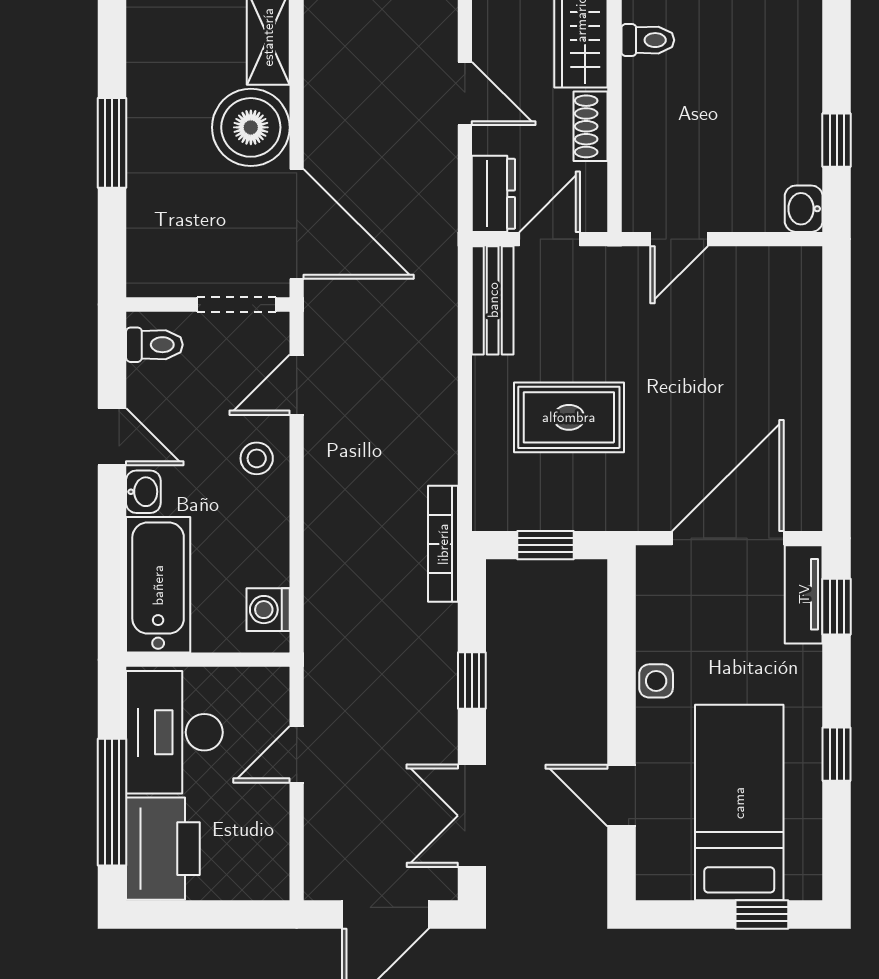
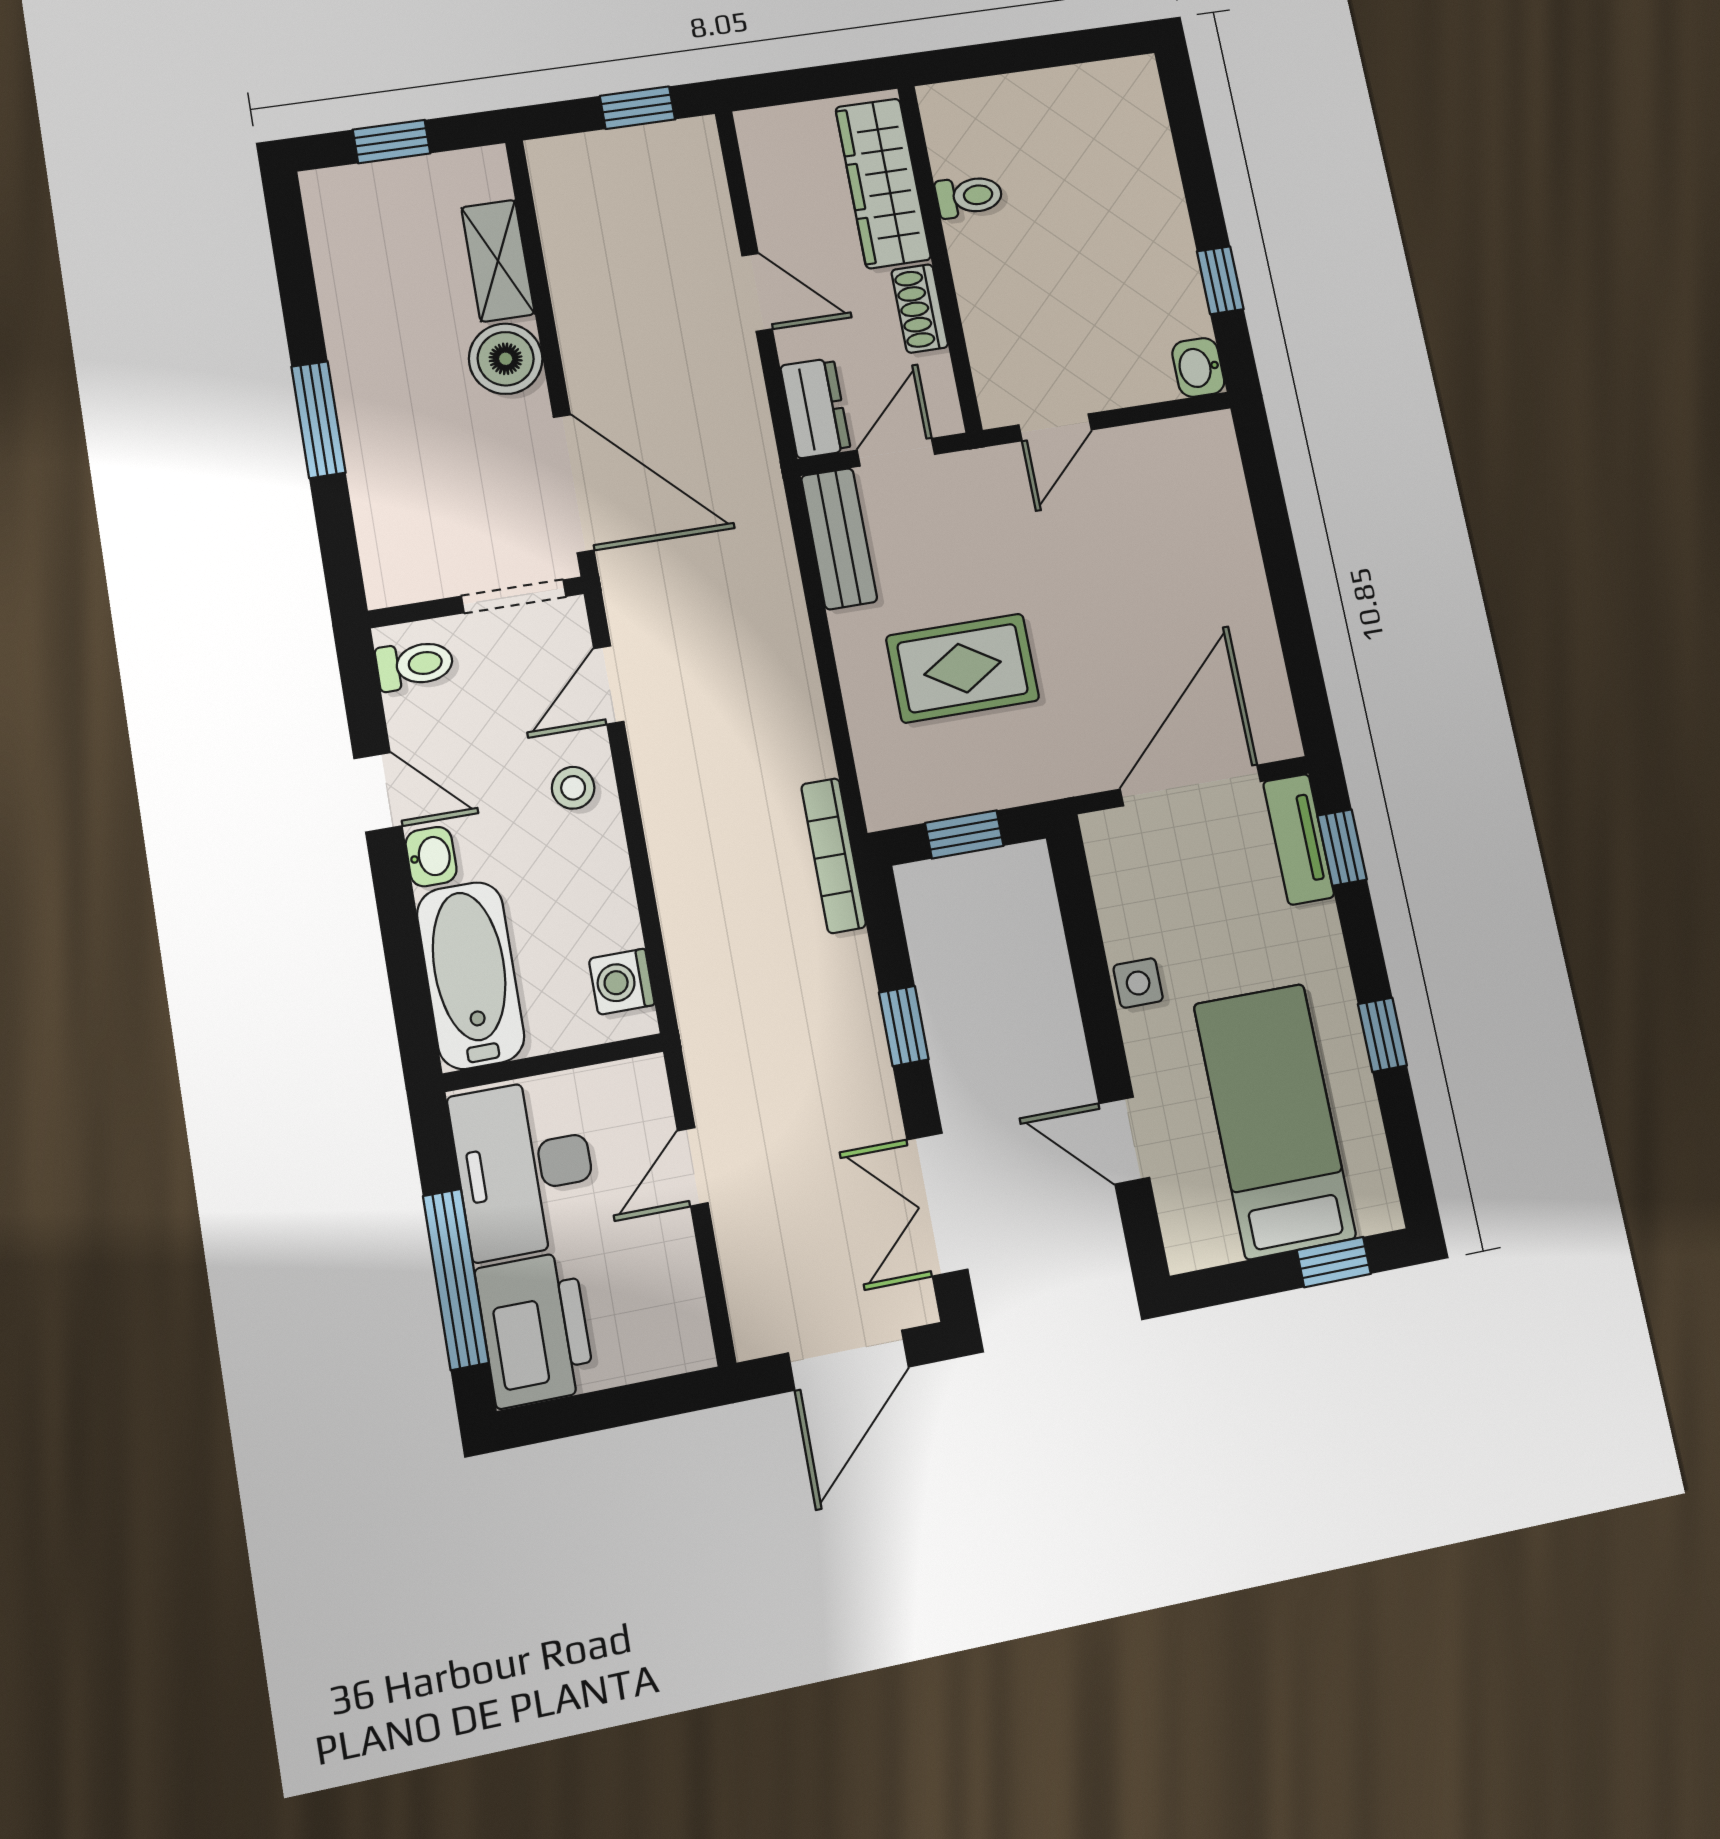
boiler: (251, 127) -> (506, 359), width x0.73, depth x0.73

